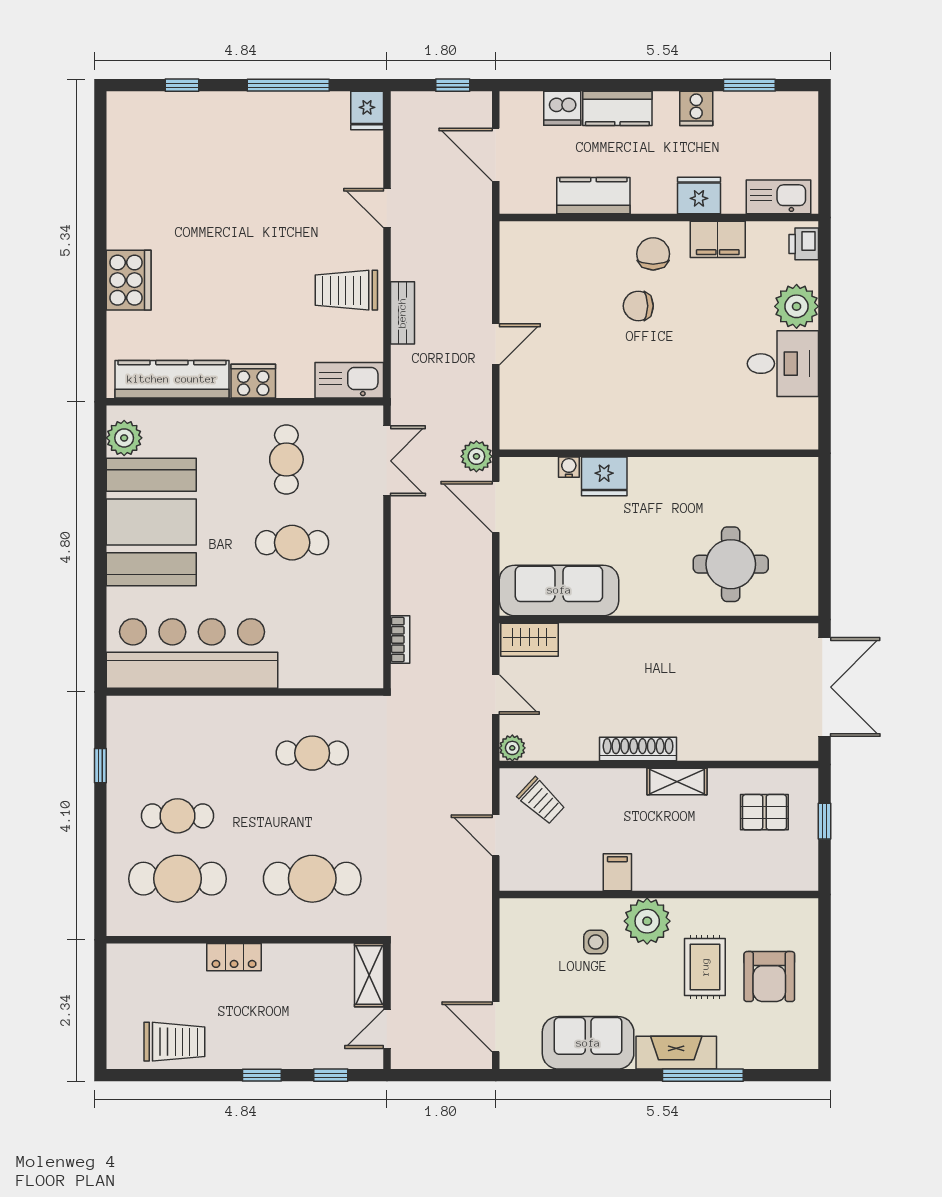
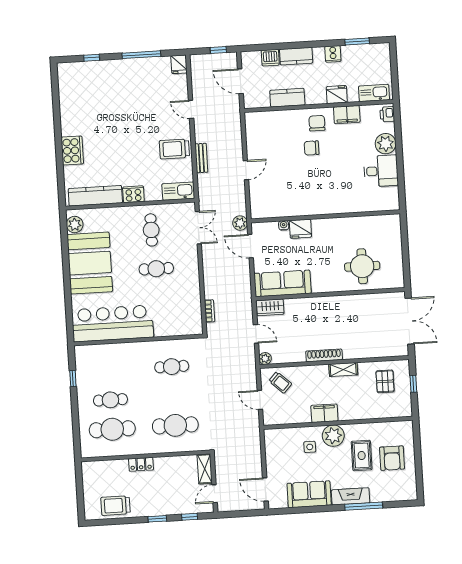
pallet: (764, 812) -> (385, 381), turned 90
filing cabinet: (617, 872) -> (324, 413), width x2.00
trolley: (174, 1042) -> (115, 506), turned 180

